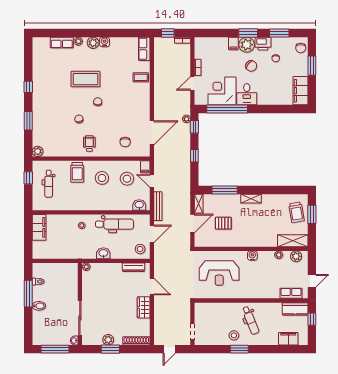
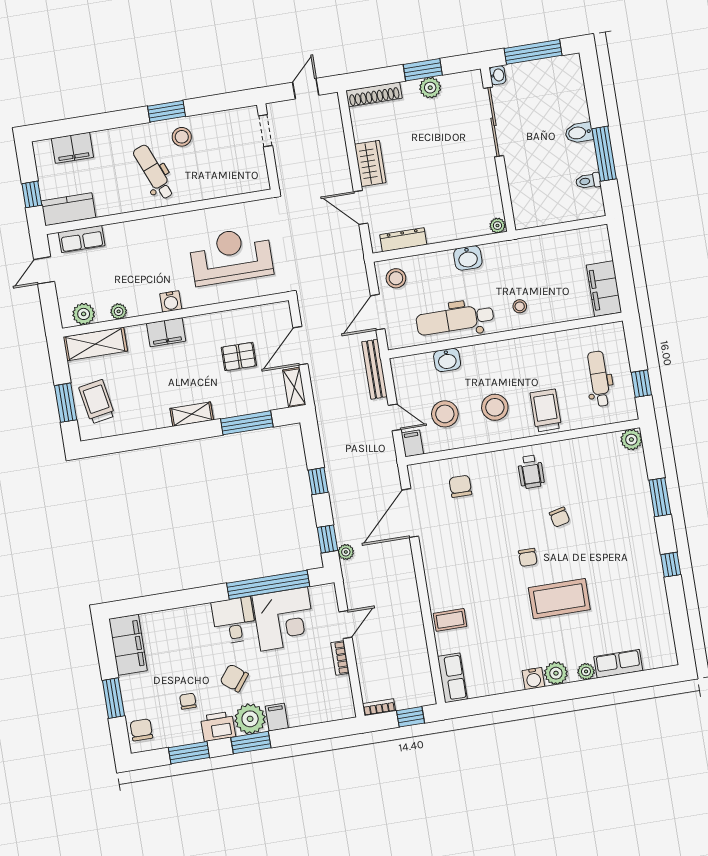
washbasin: (139, 205) -> (447, 360), moved
filing cabinet: (257, 241) -> (166, 332), added

